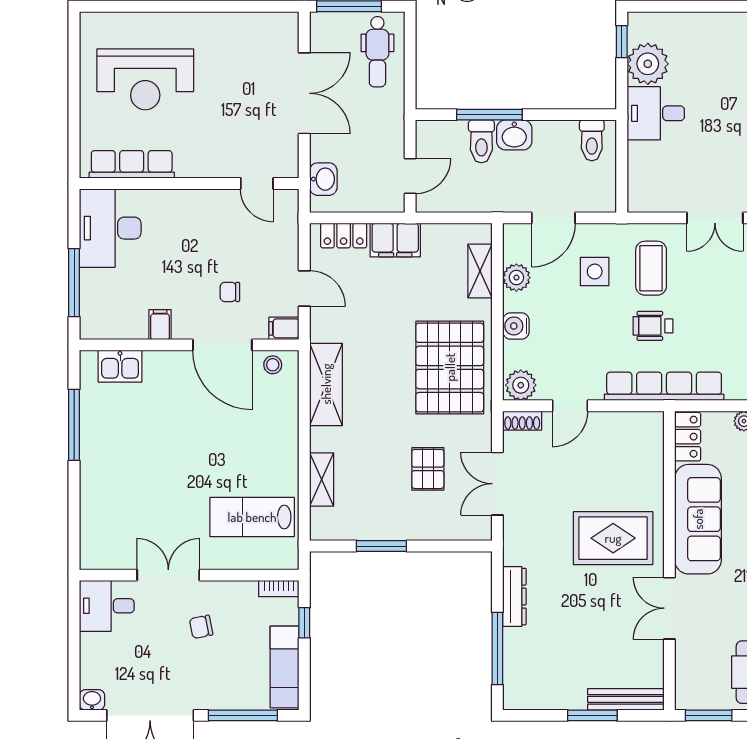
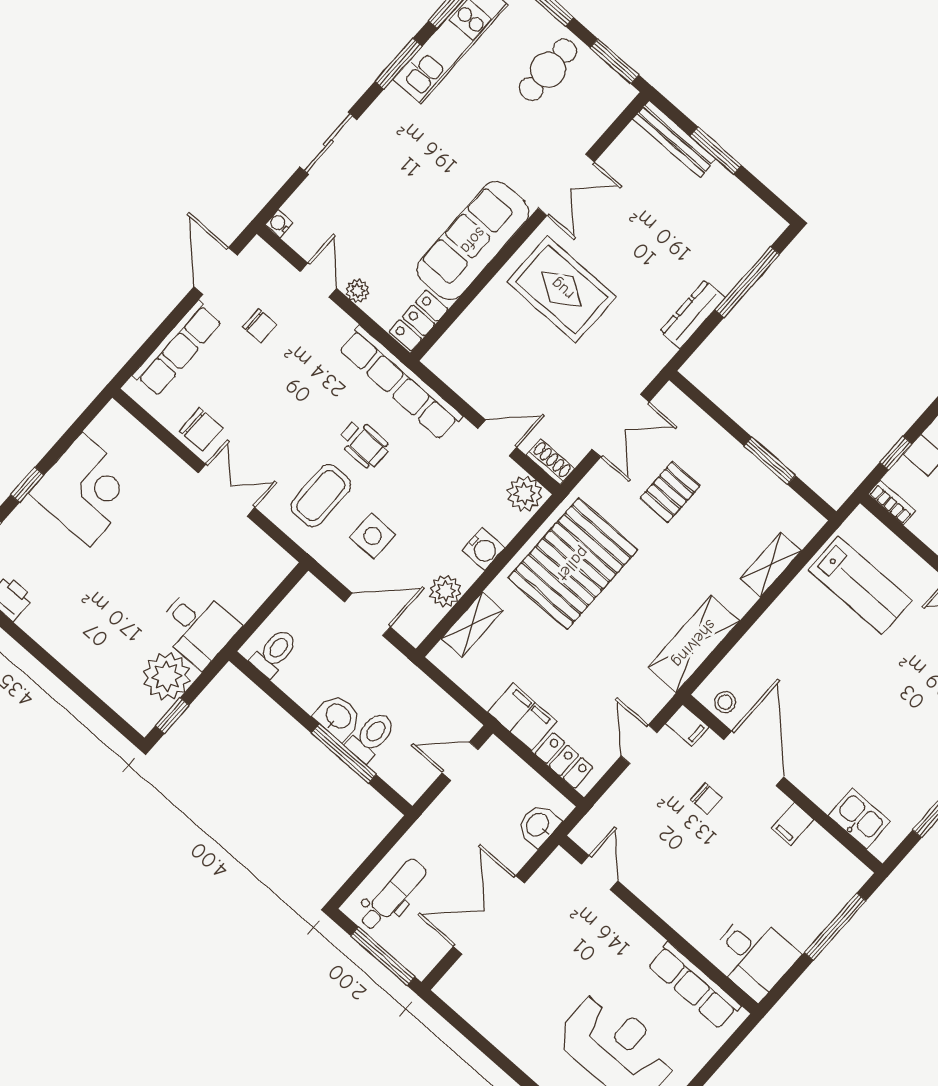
desk: (110, 228) -> (754, 956), width x0.73

